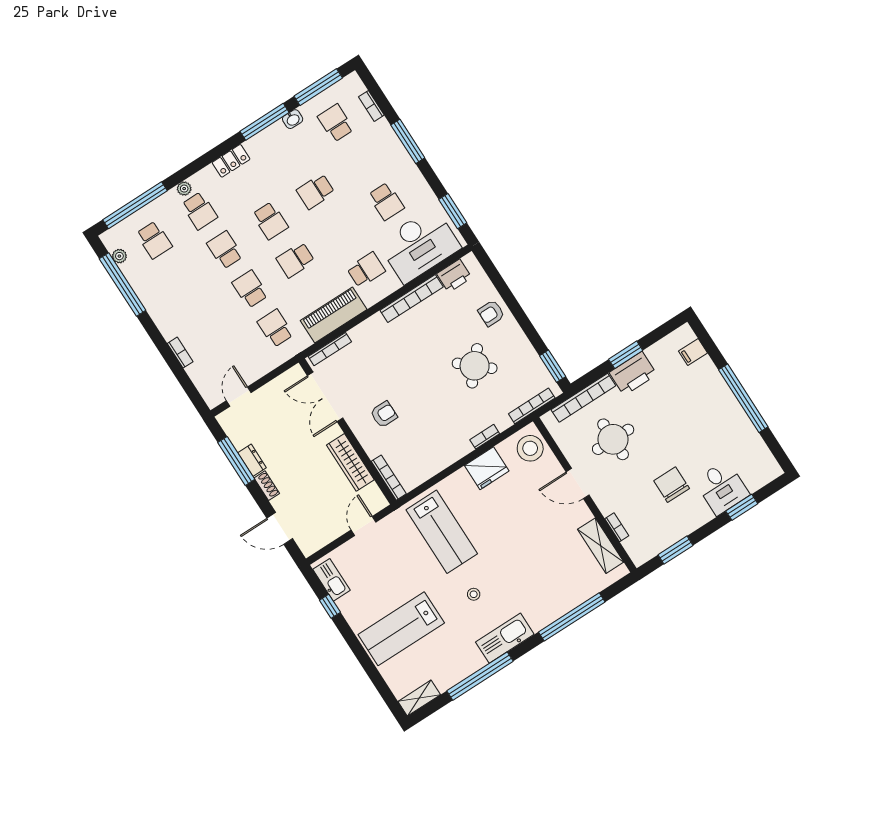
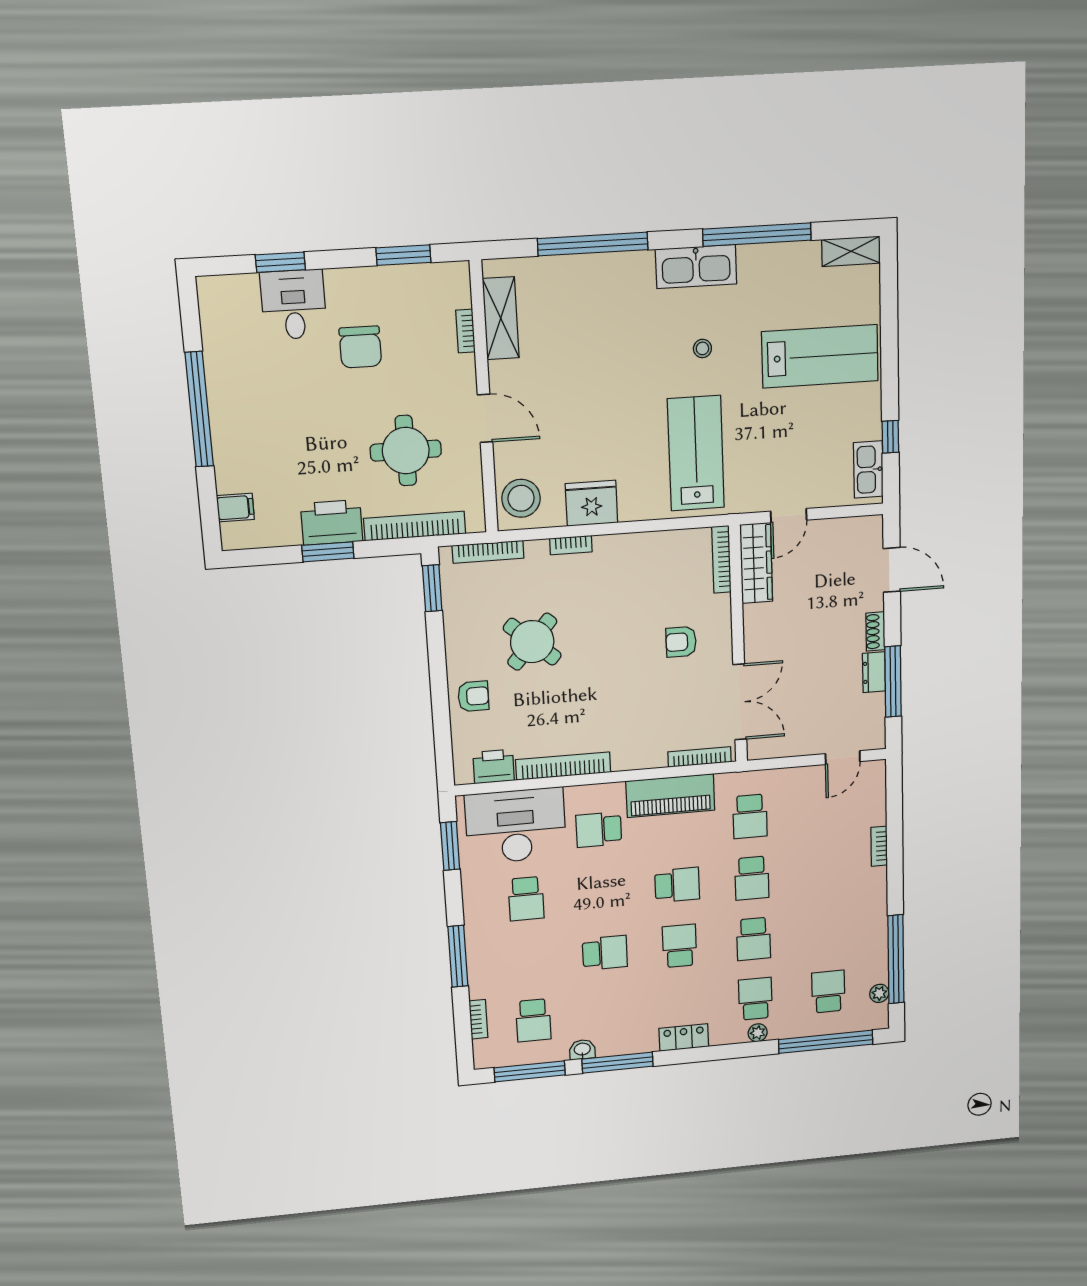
school desk: (386, 201) -> (526, 899), turned 180
wardrobe: (350, 462) -> (756, 563), moved

